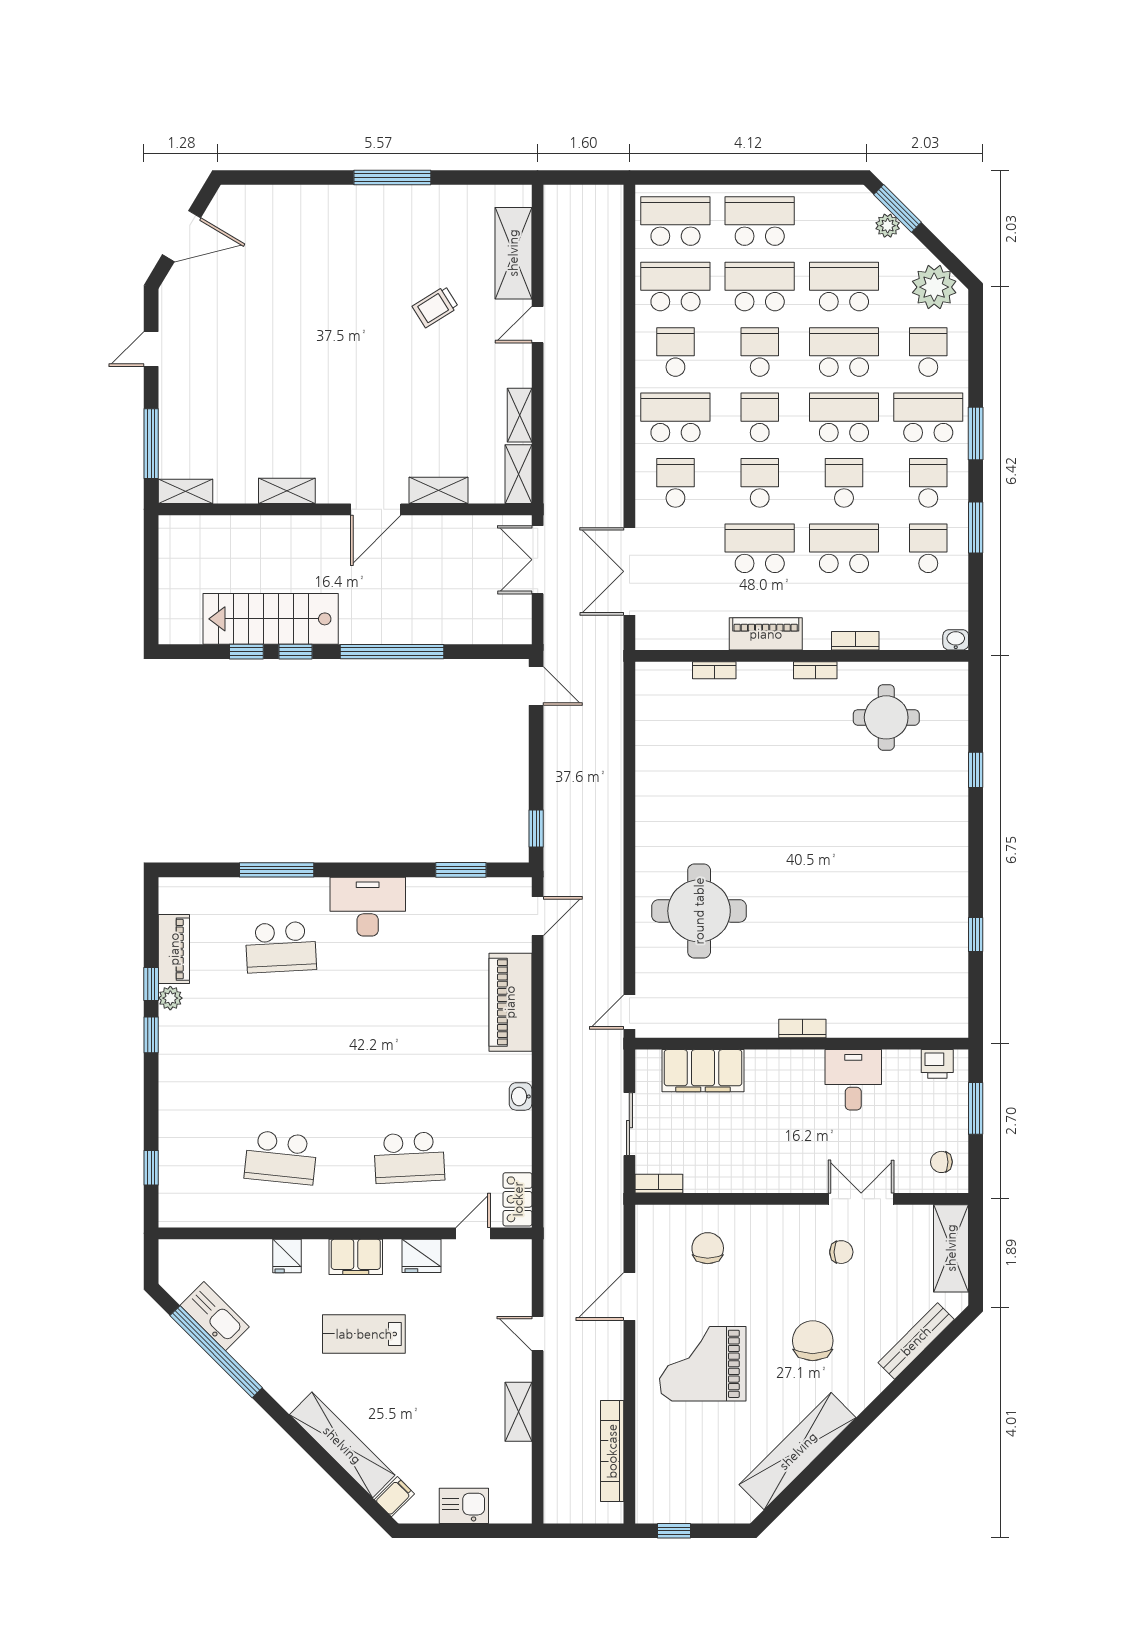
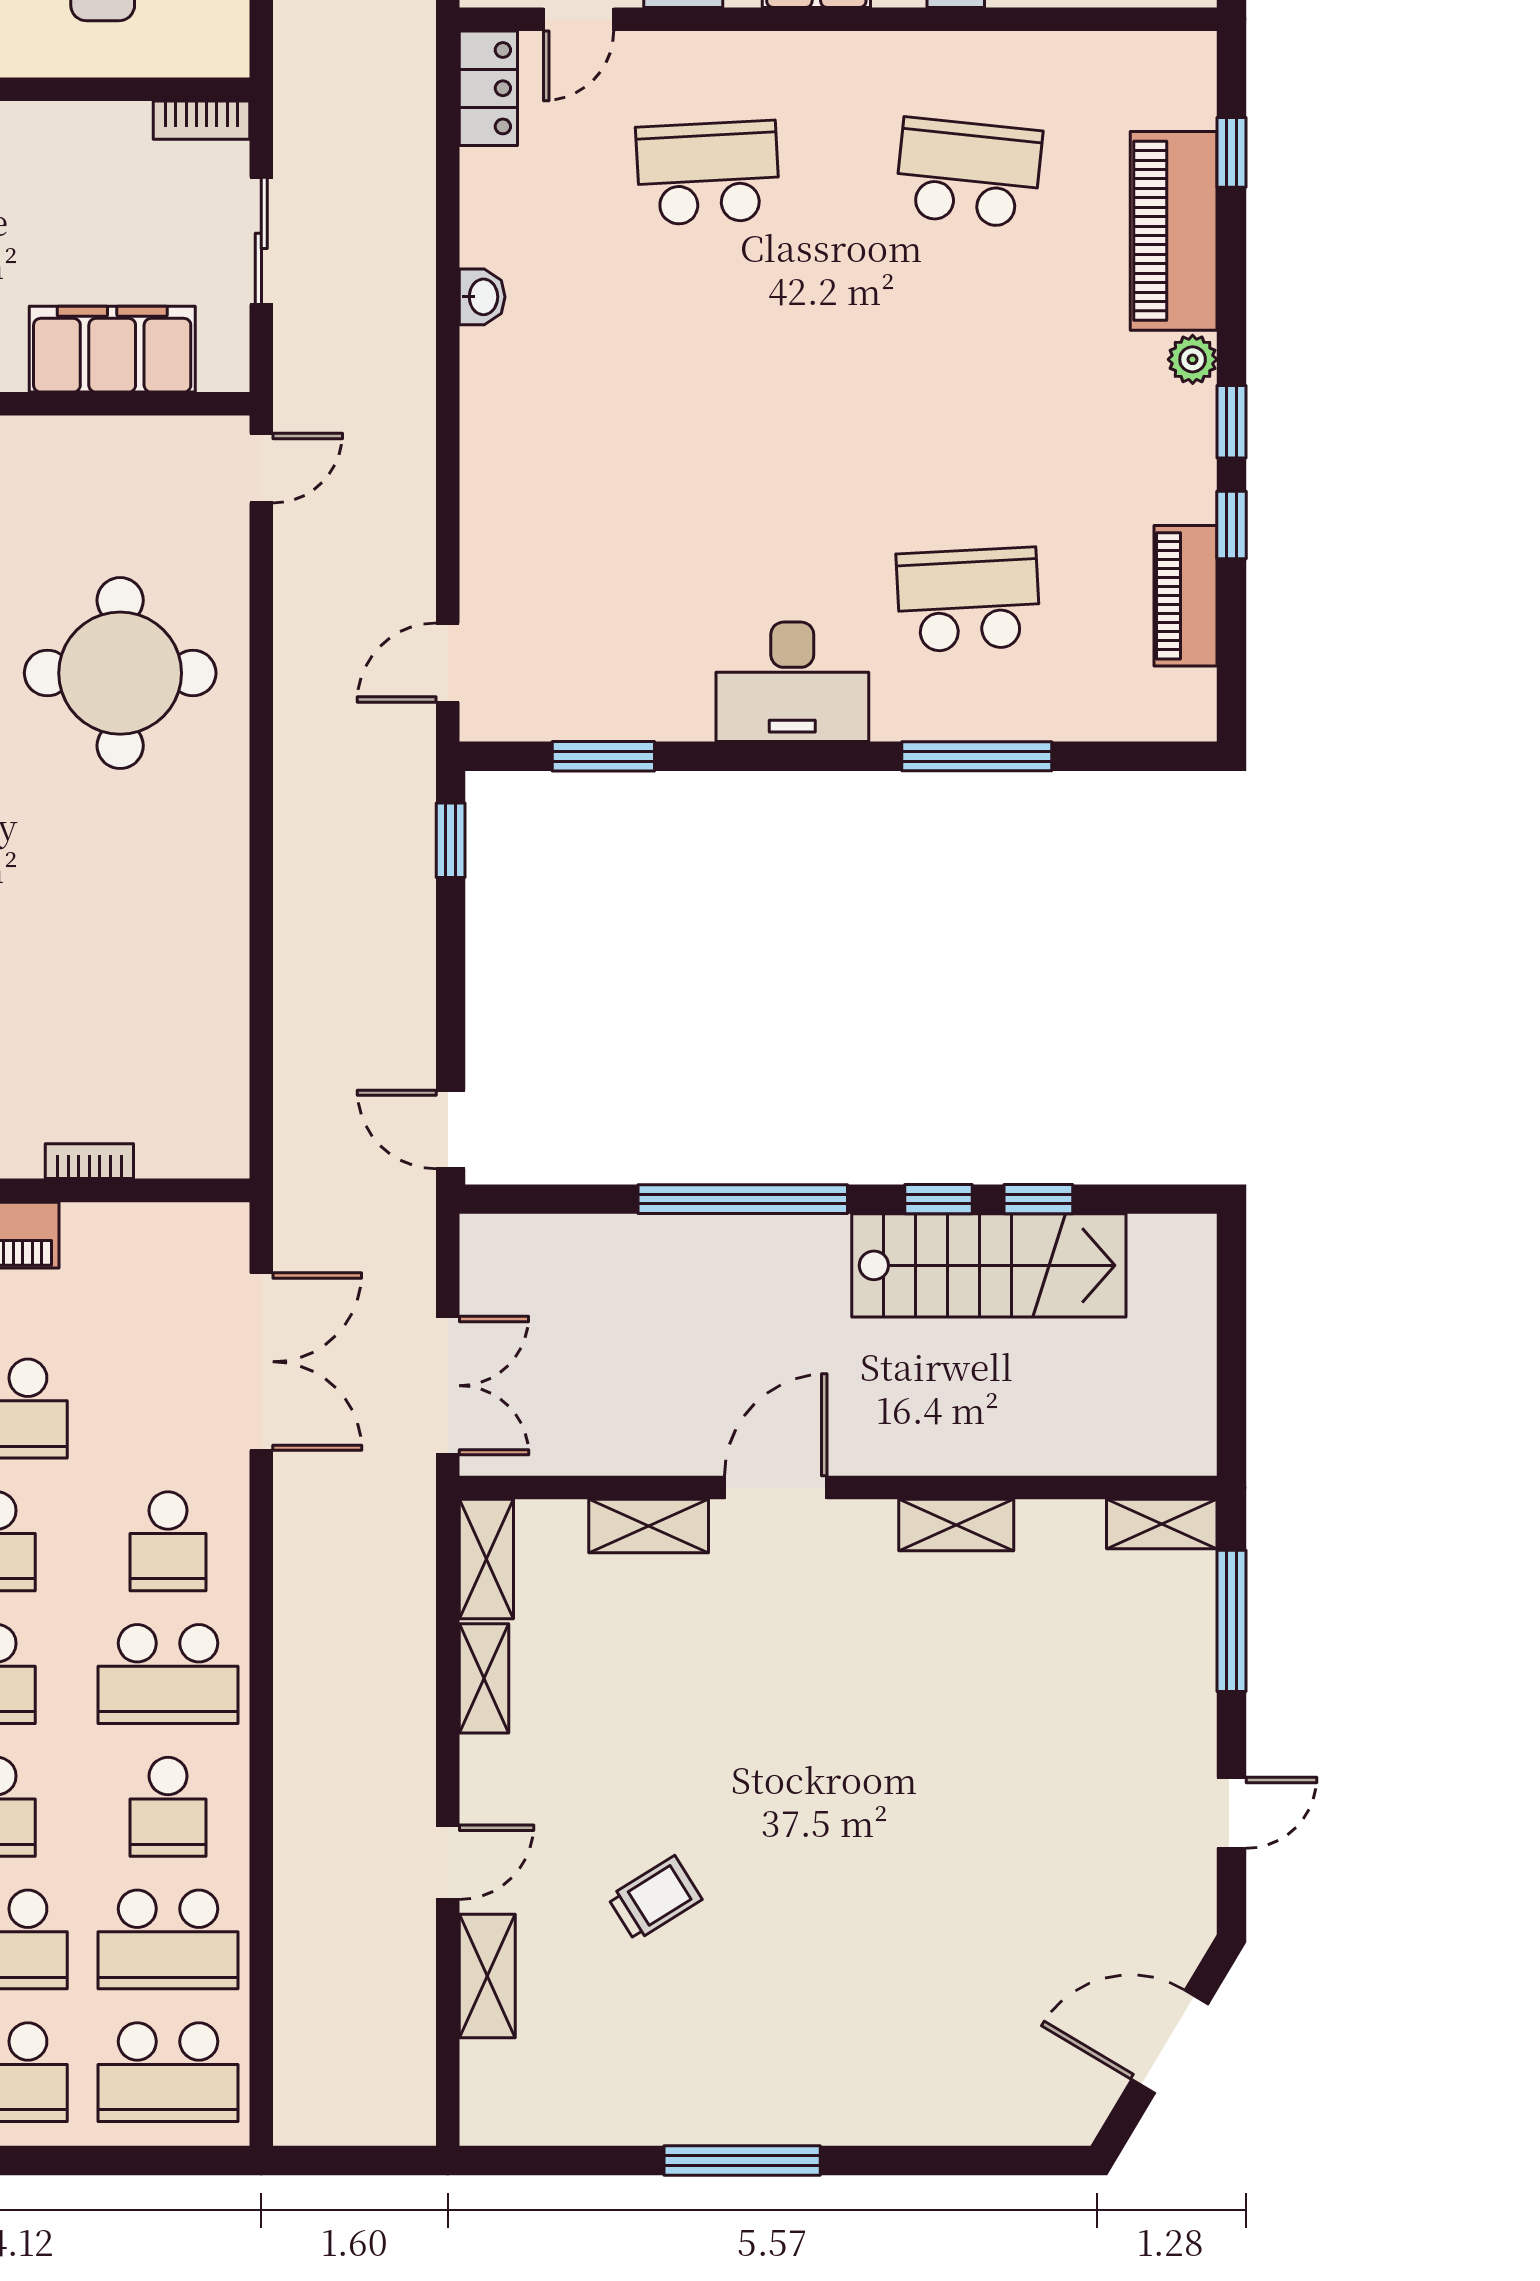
shelving: (513, 253) -> (487, 1976), width x0.67, depth x0.75
plant: (170, 998) -> (1193, 359), moved
piano: (510, 1002) -> (1174, 231), moved, turned 180

